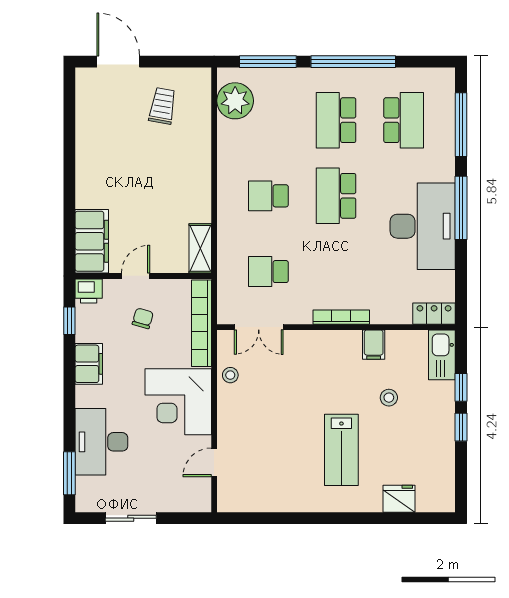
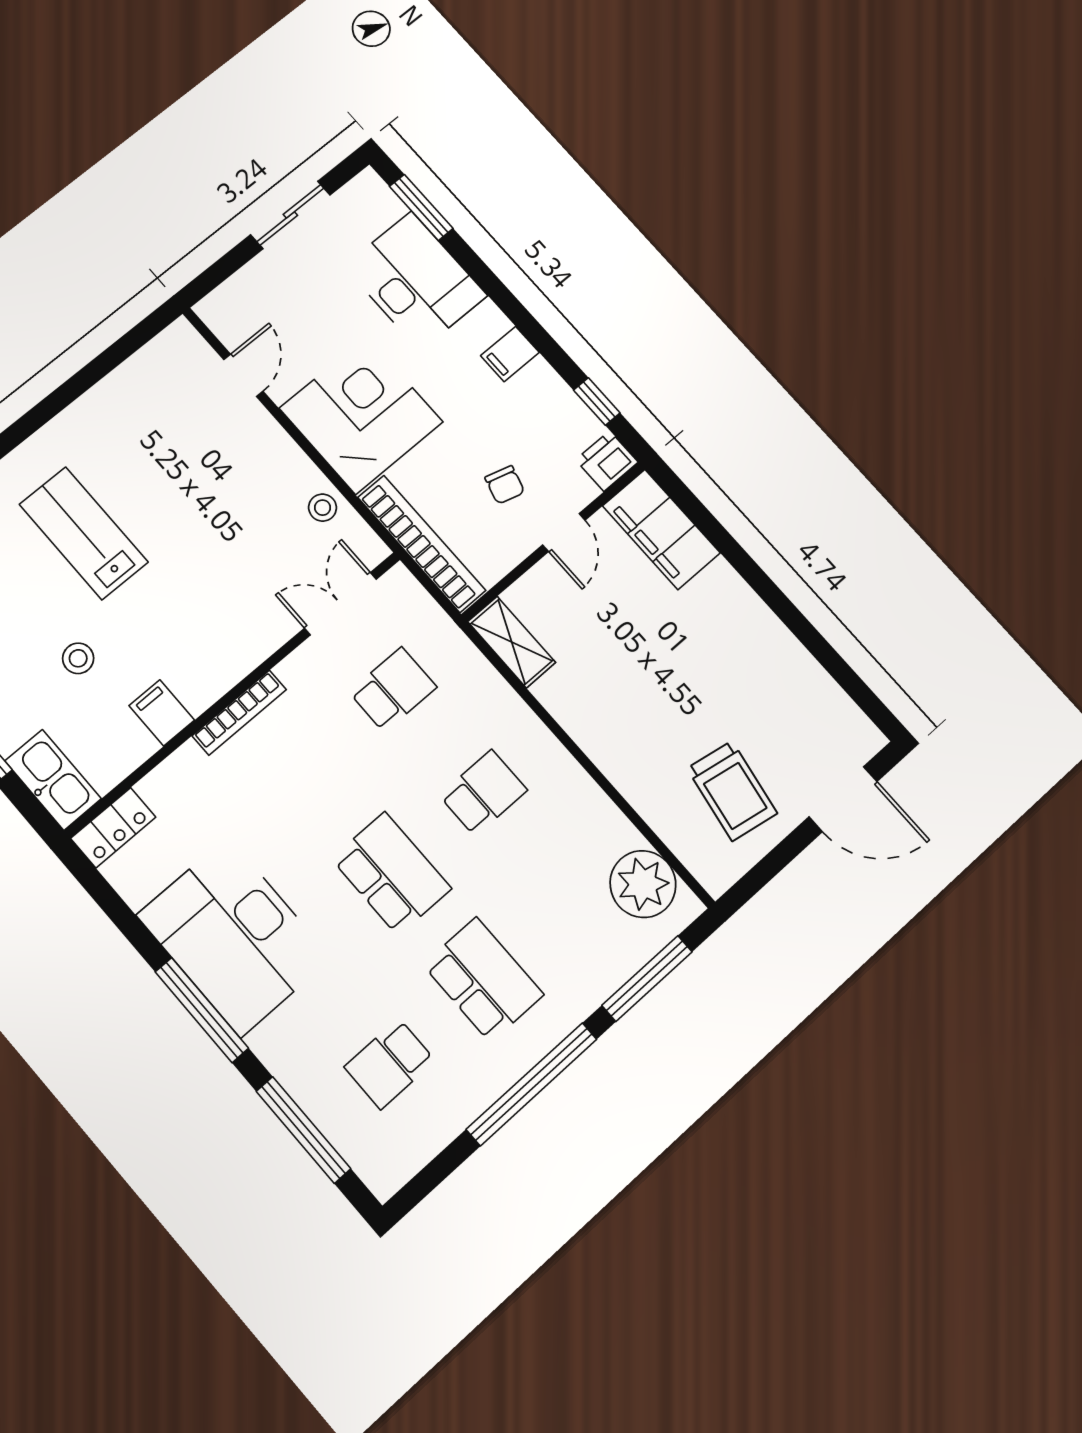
trolley: (162, 106) -> (732, 791), width x1.36, depth x1.39
school desk: (404, 120) -> (390, 1064), width x0.54
filing cabinet: (89, 364) -> (510, 354), width x0.50

